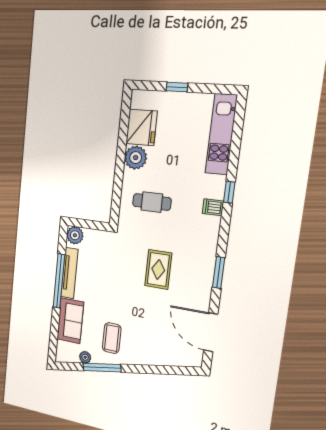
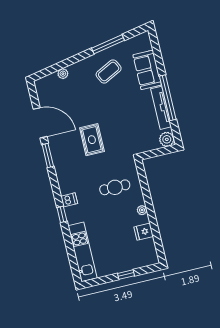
fridge: (141, 127) -> (144, 232), width x0.53, depth x0.75
plant: (136, 158) -> (142, 210), width x0.53, depth x0.53
door: (211, 332) -> (40, 123), moved
coffee table: (112, 338) -> (109, 71), turned 63
plant: (85, 357) -> (63, 74), moved

